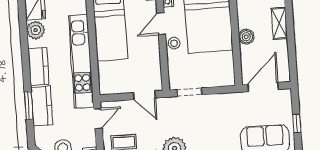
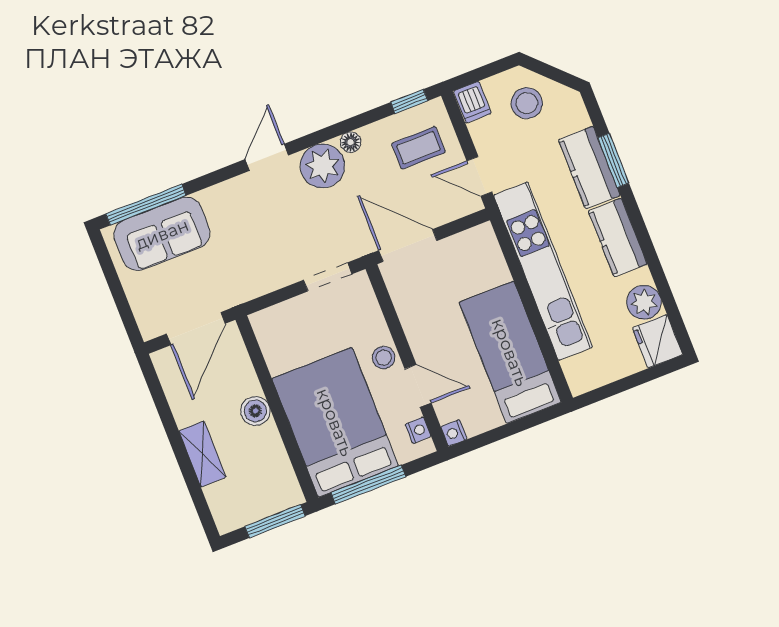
door: (161, 24) -> (418, 386), hinge flipped
door: (144, 95) -> (408, 246), width x1.38
door: (98, 119) -> (479, 176), hinge flipped
window: (297, 124) -> (113, 281), removed

